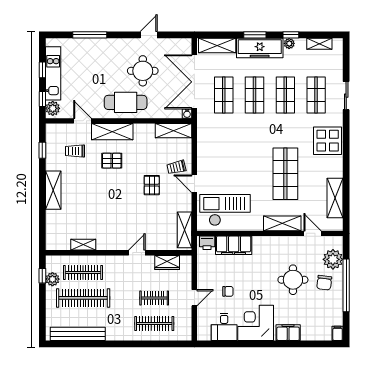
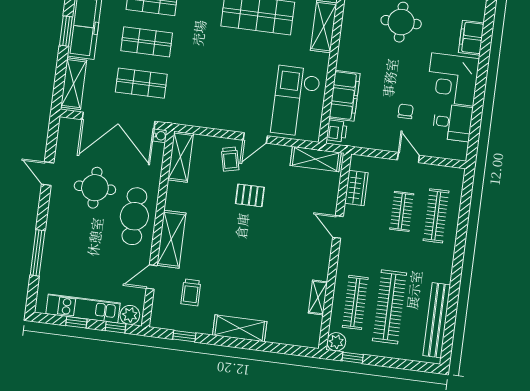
pallet: (112, 161) -> (210, 245), removed
plant: (52, 279) -> (336, 342), moved

